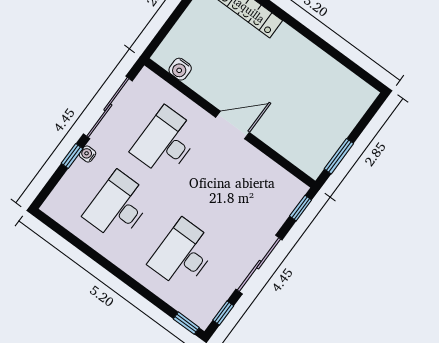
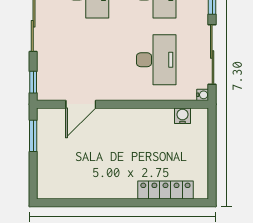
door: (232, 125) -> (81, 104), moved
water cooler: (87, 154) -> (203, 95), moved

